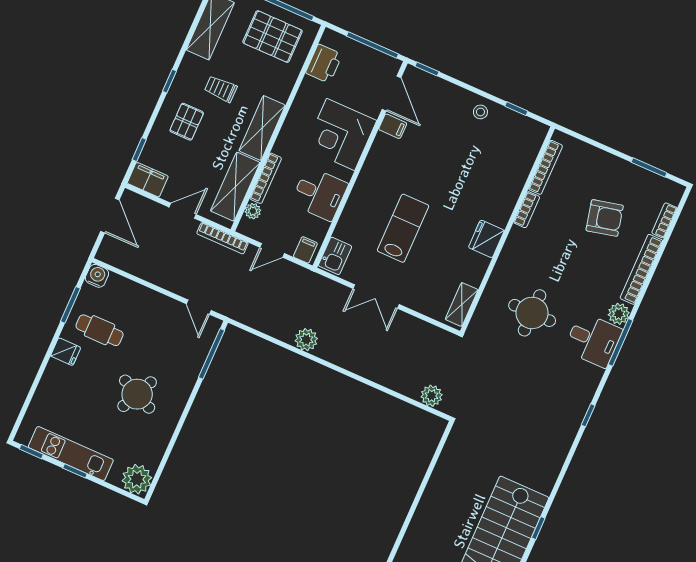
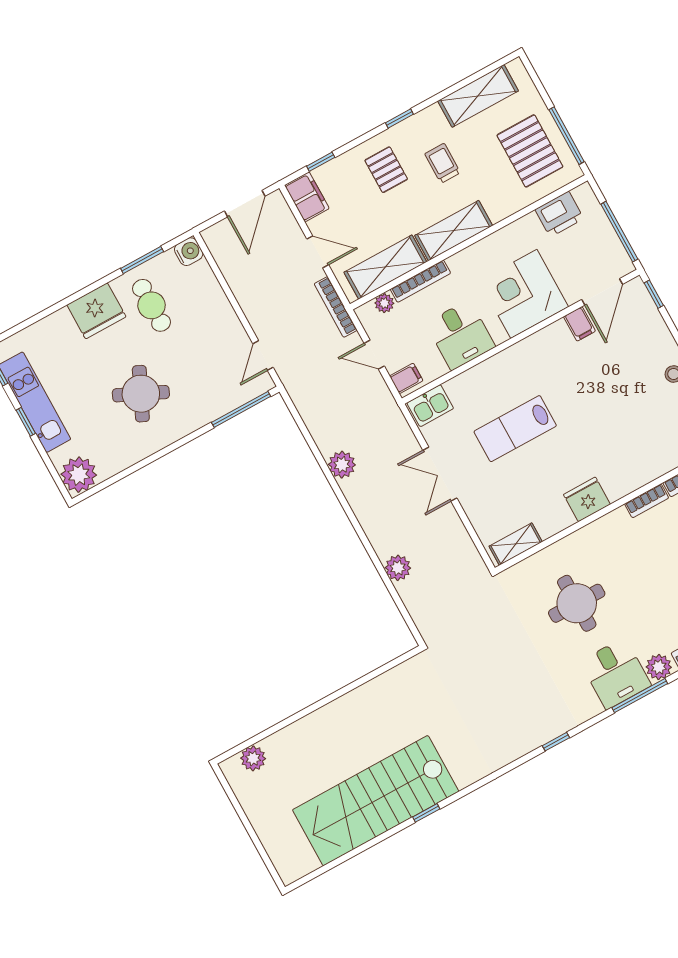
pallet: (187, 122) -> (386, 170), turned 90
lab bench: (403, 228) -> (515, 429), turned 180
fridge: (66, 352) -> (96, 311), width x1.88, depth x1.34
plant: (432, 396) -> (398, 568), moved

